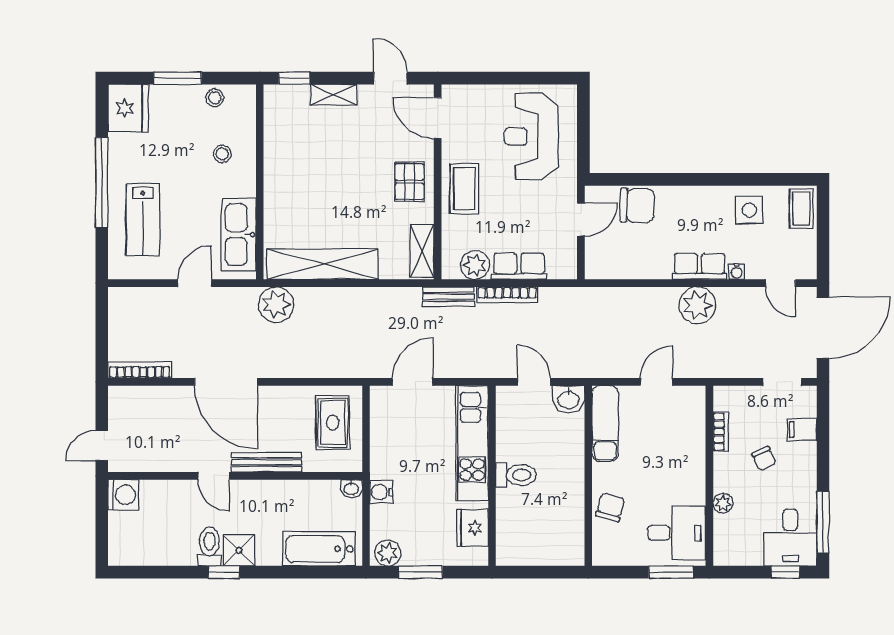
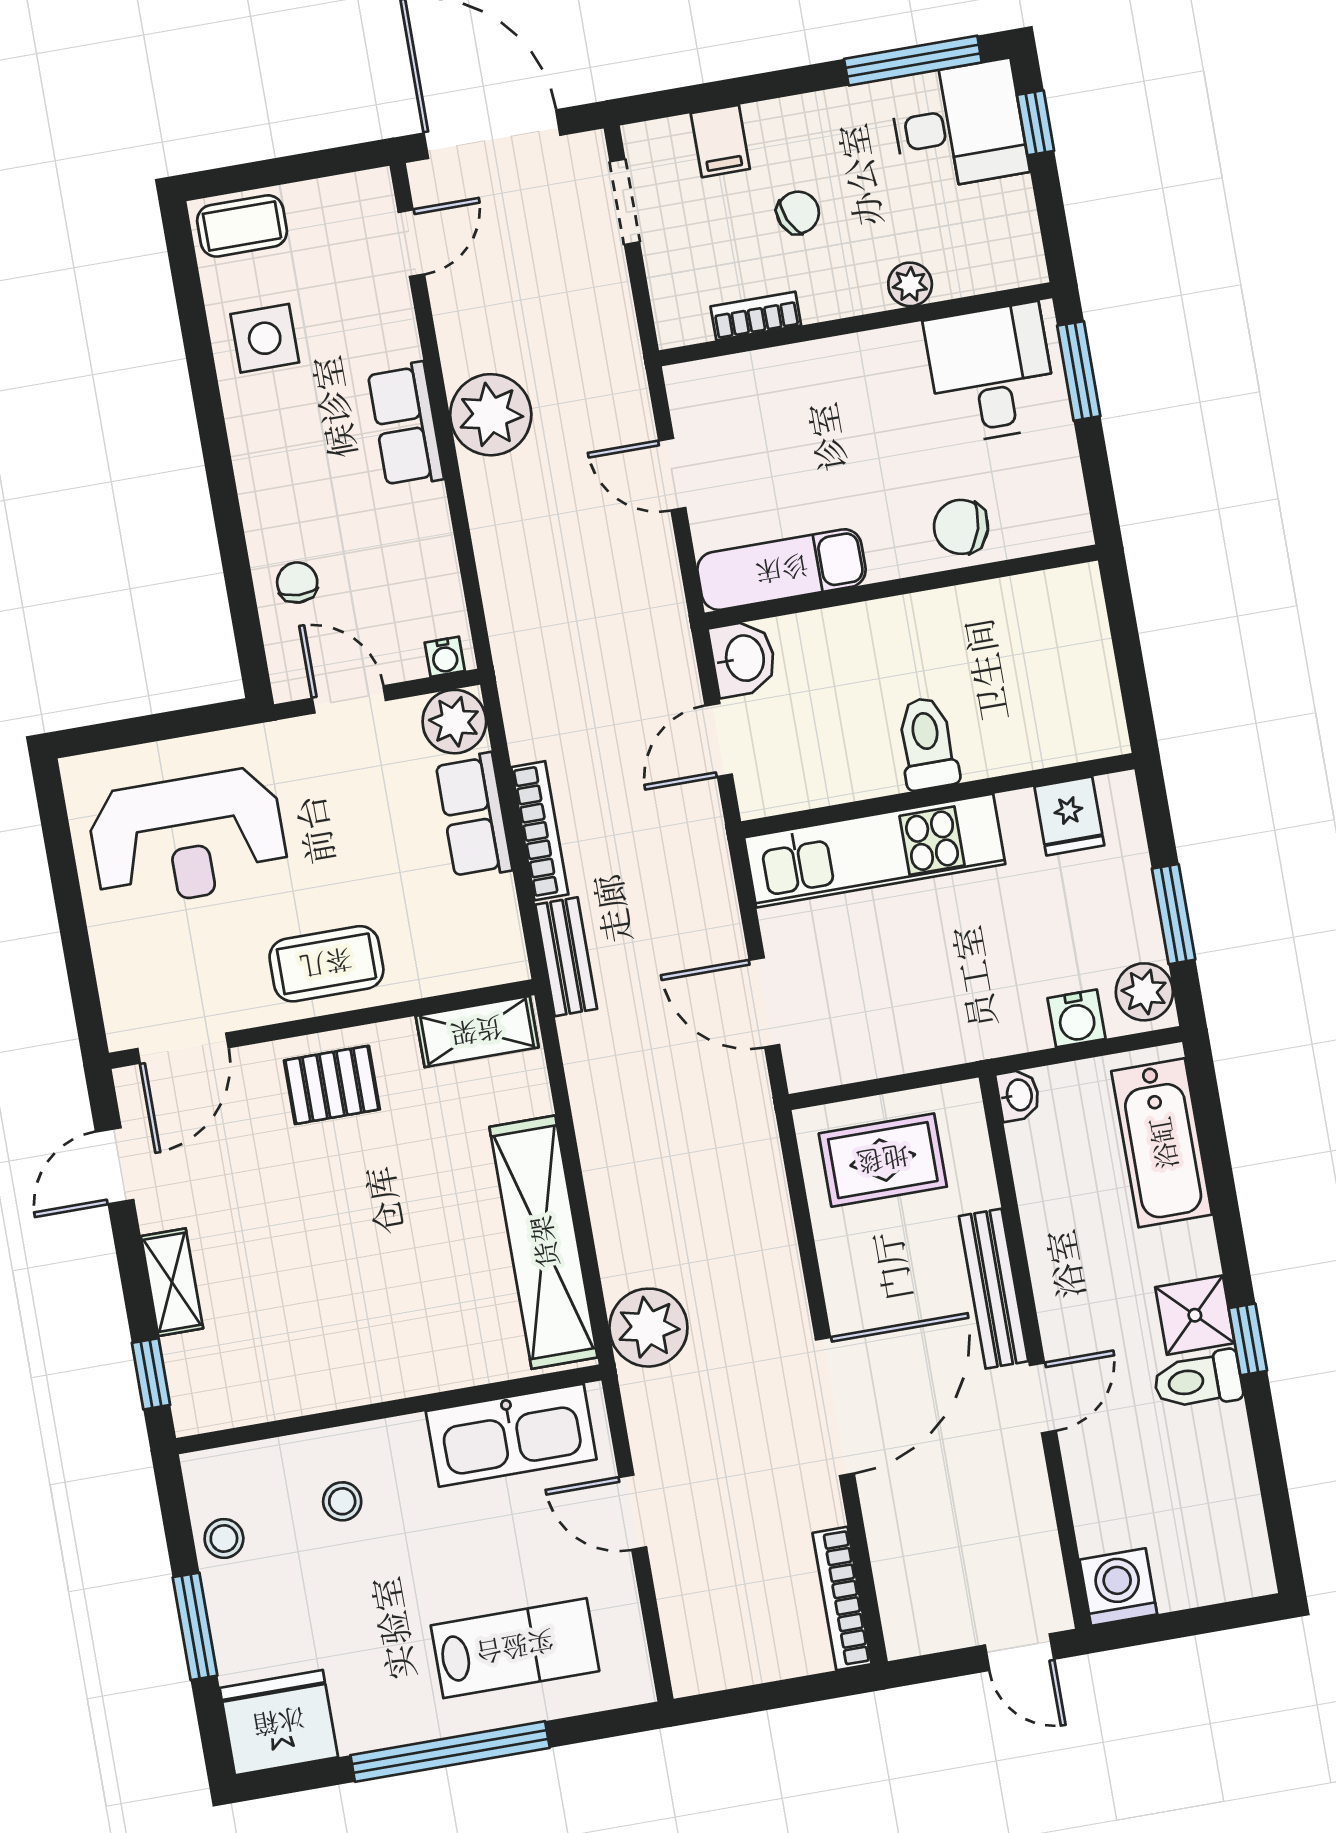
chair: (637, 205) -> (297, 582), width x0.54, depth x0.54
plant: (475, 265) -> (454, 722), moved
water cooler: (737, 272) -> (445, 657), moved, turned 90
water cooler: (381, 492) -> (1076, 1018), moved
fridge: (472, 528) -> (1069, 816), width x0.72

